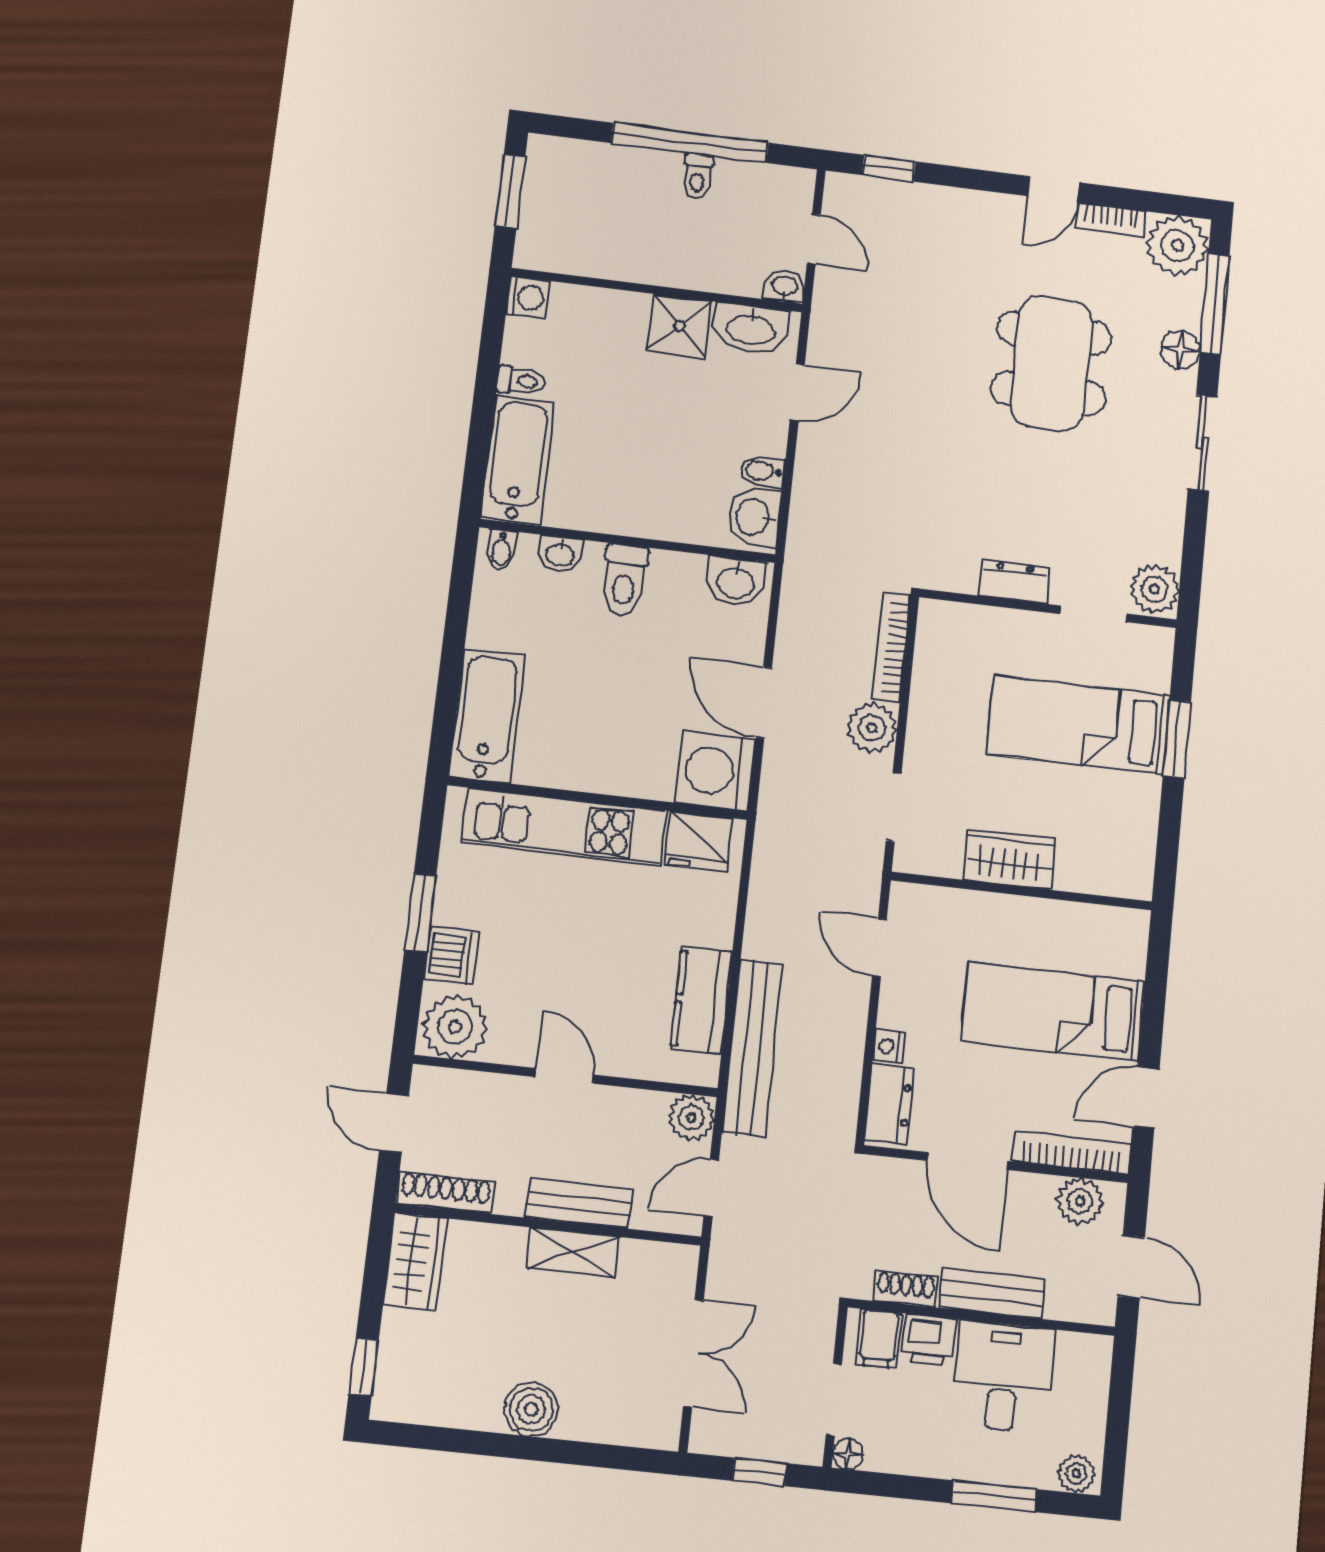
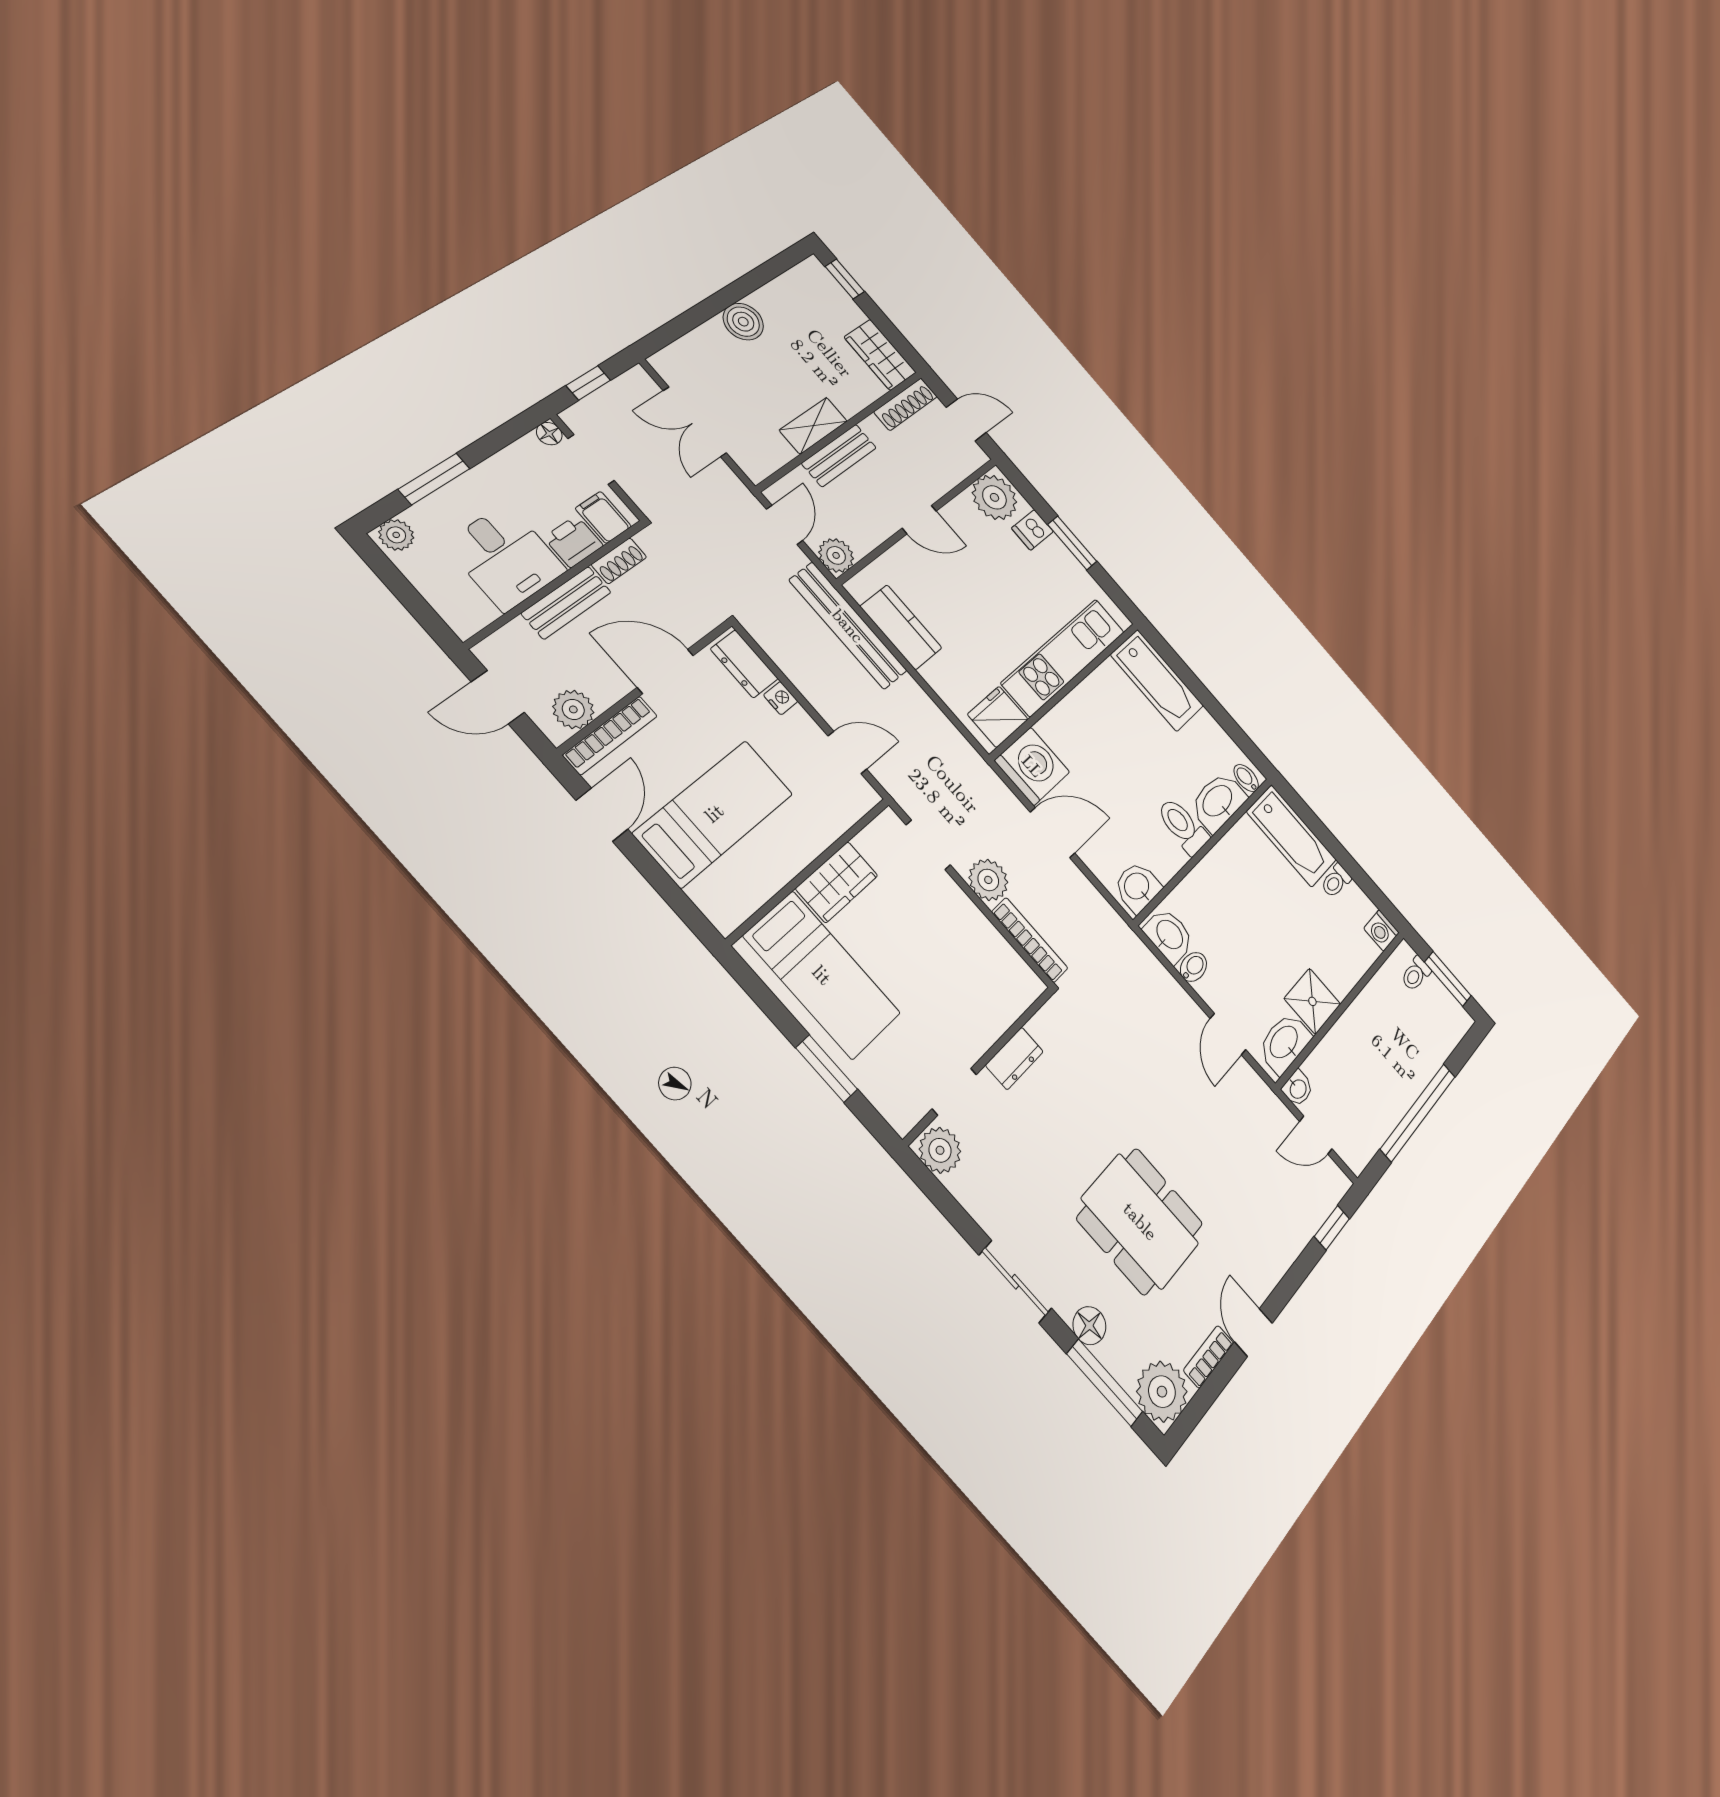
toilet: (697, 176) -> (1416, 974), moved, turned -90
washbasin: (560, 554) -> (1218, 802), width x1.91, depth x1.45
bed: (1078, 725) -> (822, 975), moved, turned 90
dishwasher: (451, 955) -> (1032, 530), width x0.73

